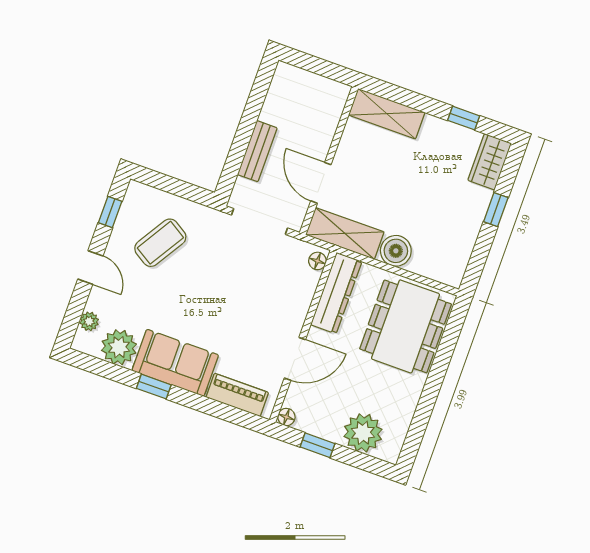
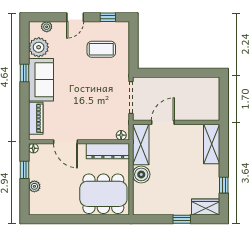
bench: (257, 151) -> (168, 83), removed
coffee table: (160, 243) -> (101, 49), turned -32
plant: (363, 433) -> (34, 186), width x0.53, depth x0.53

